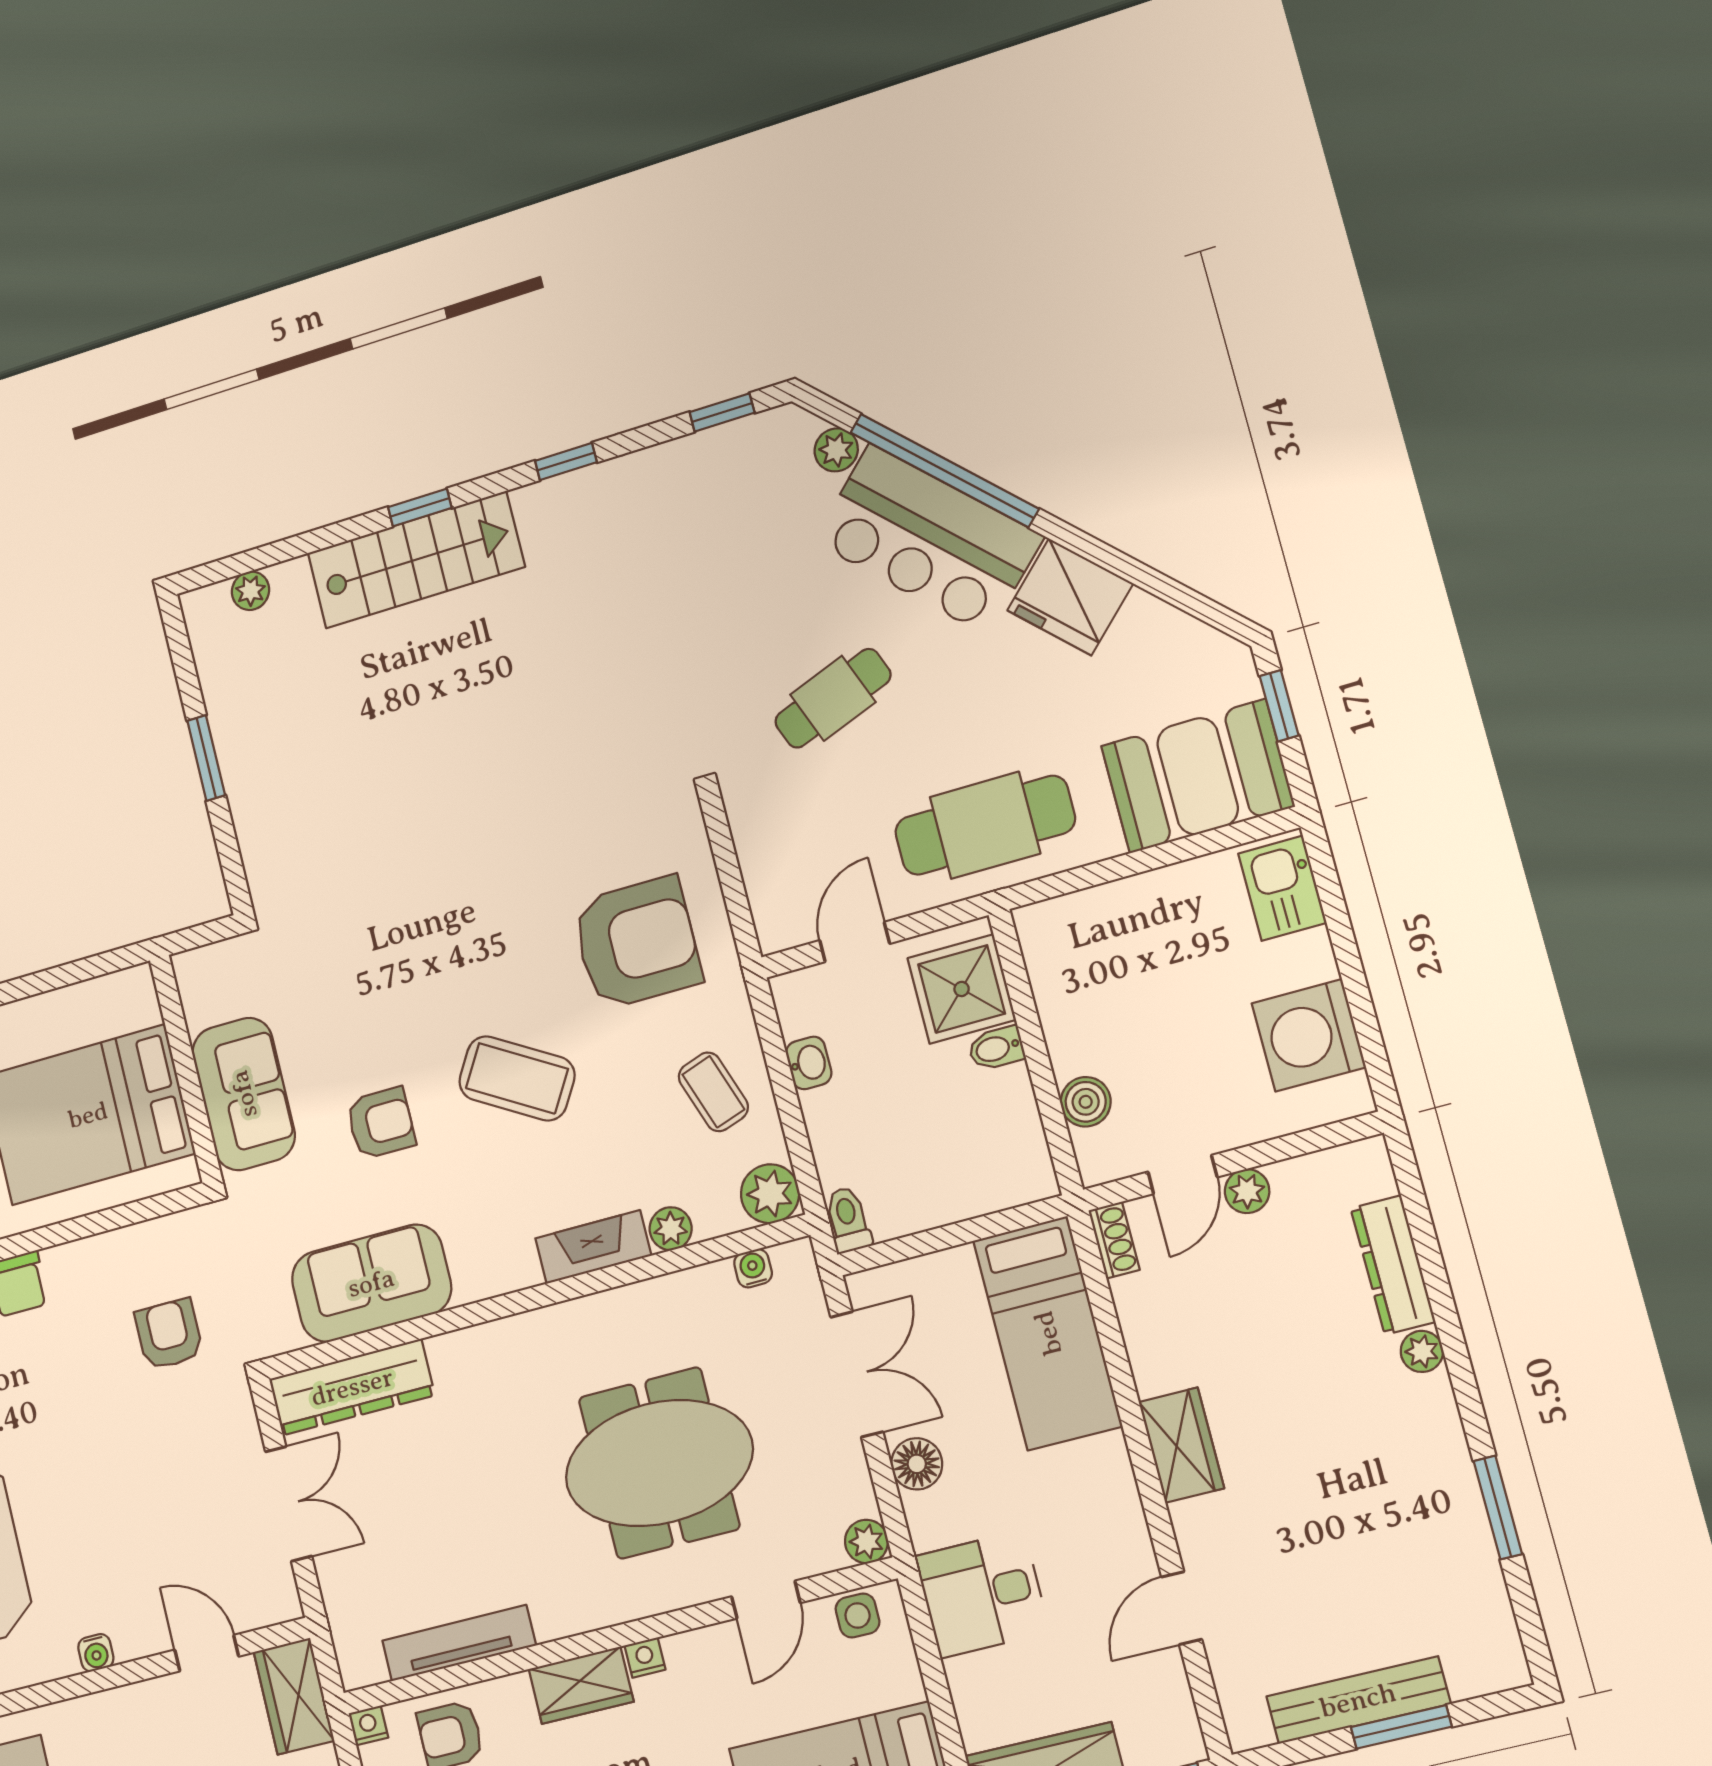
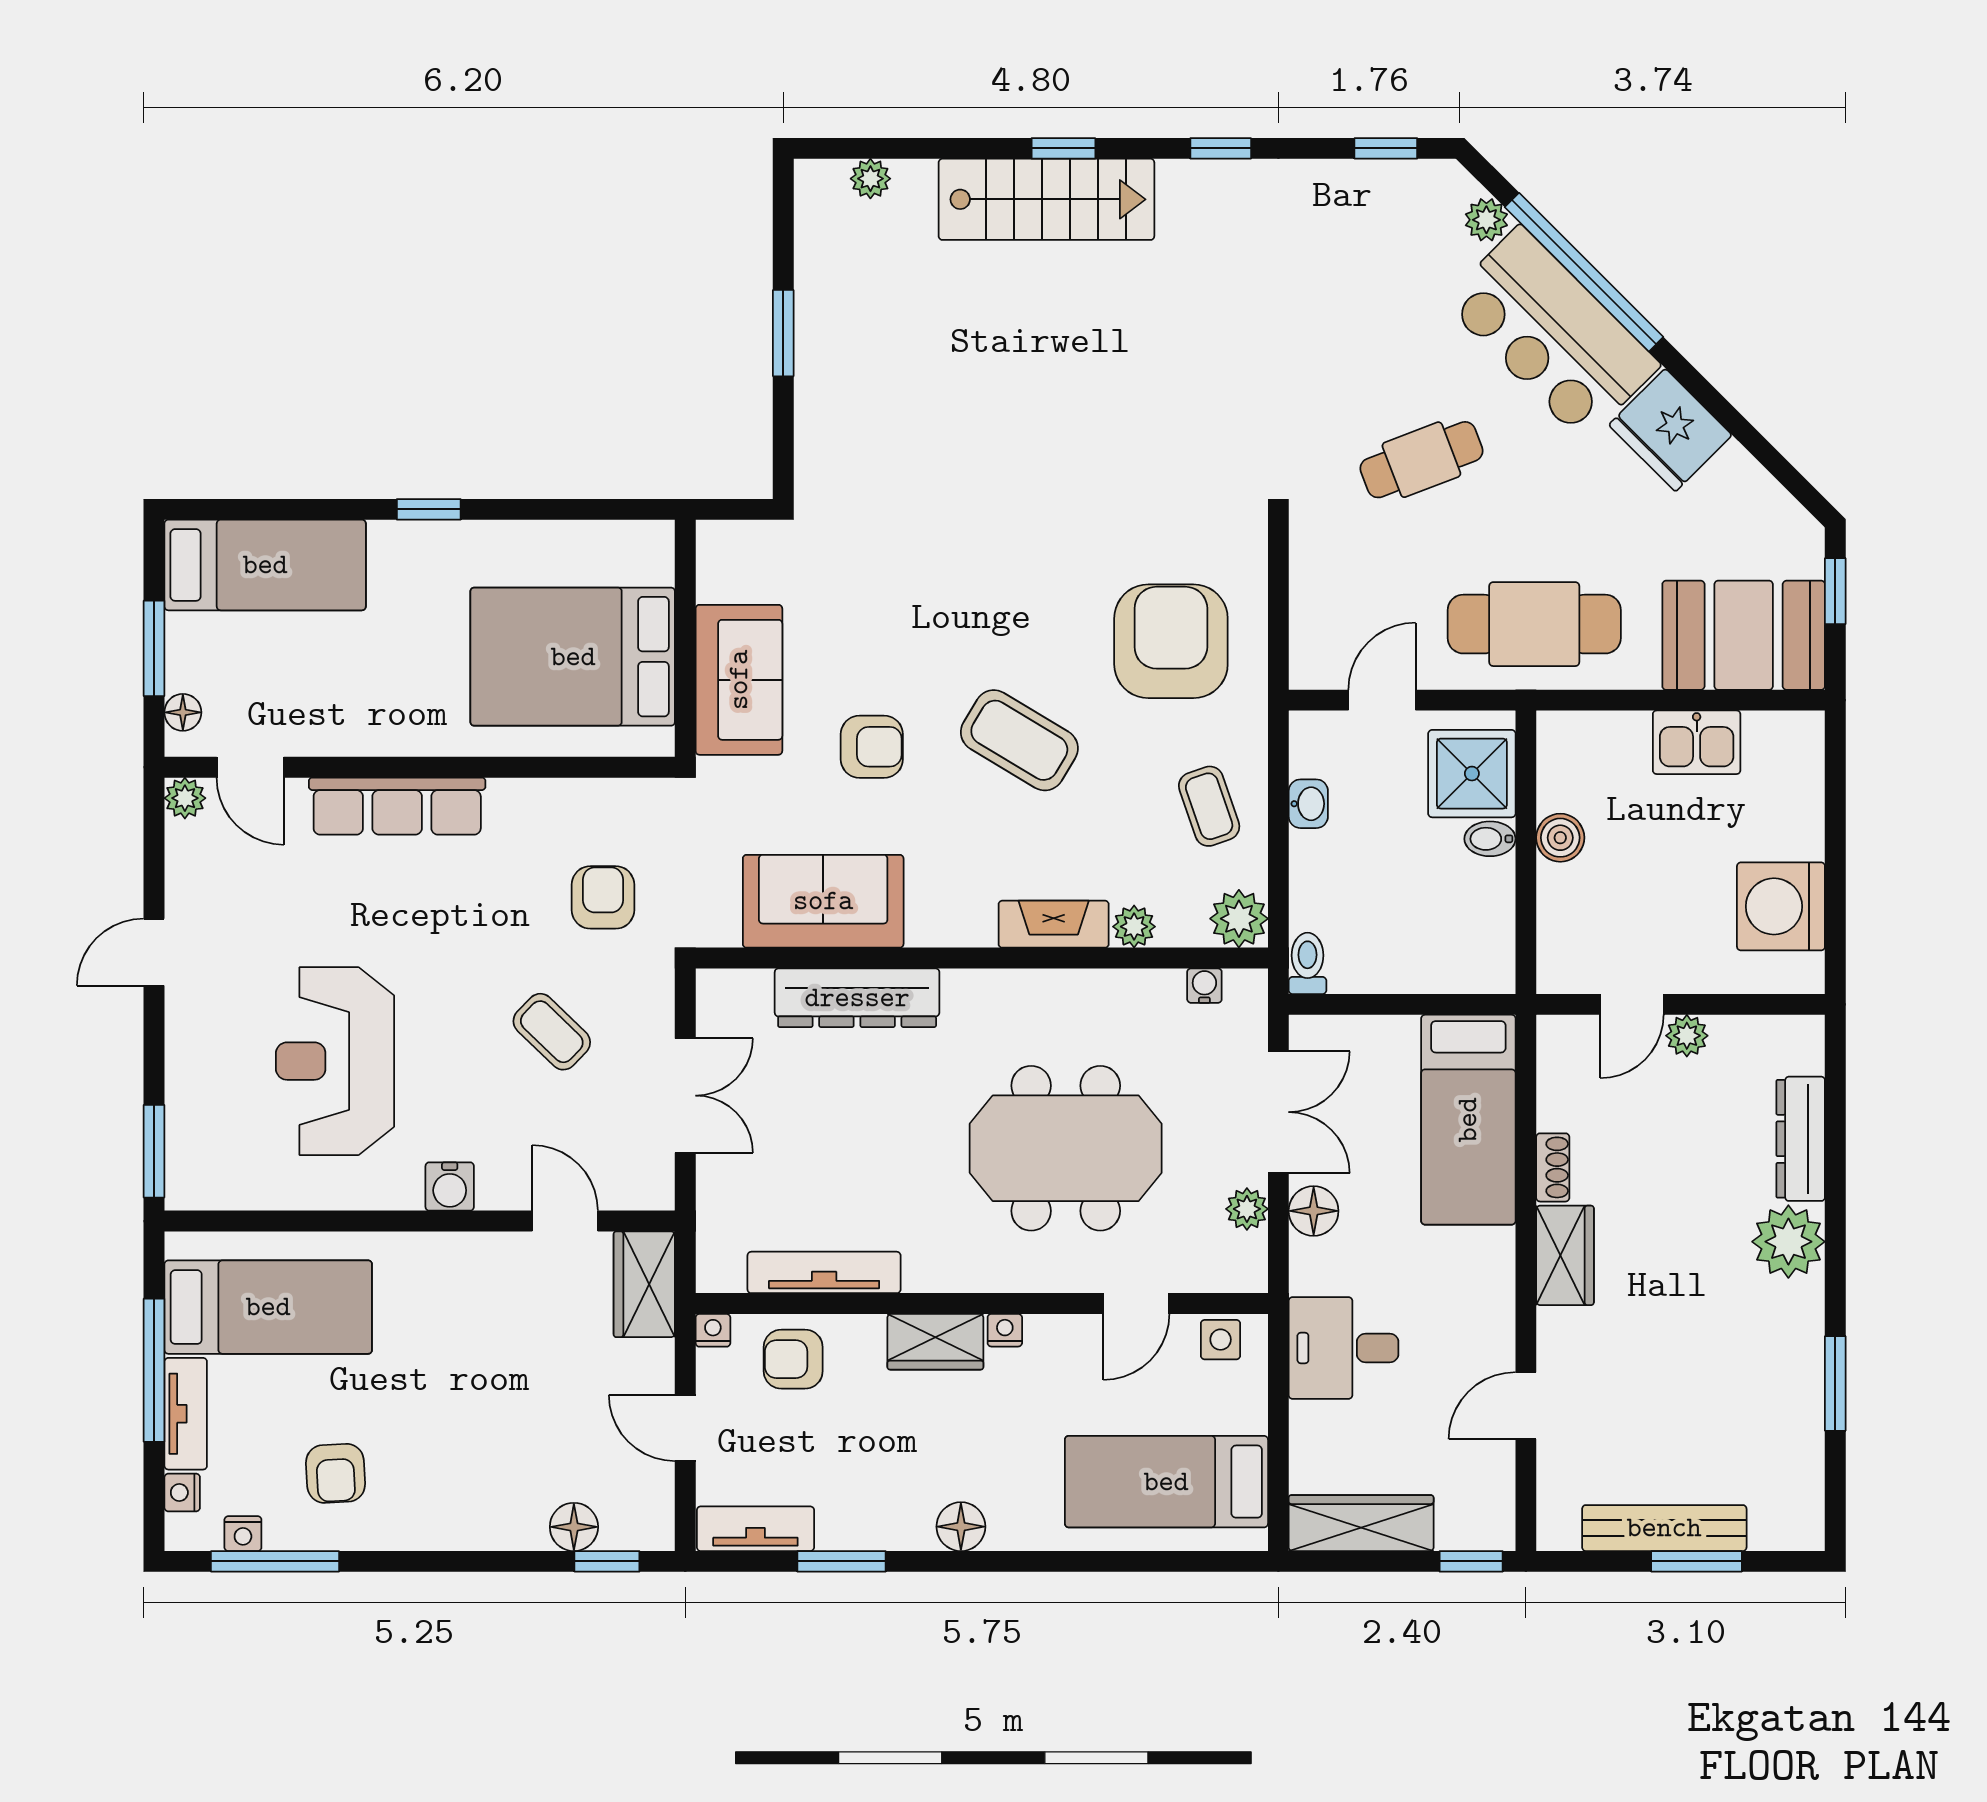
kitchen sink: (1282, 888) -> (1697, 742), moved, turned -90
armchair: (637, 943) -> (1171, 641), turned -90
boiler: (1086, 1102) -> (1560, 838), moved
shoe rack: (1114, 1240) -> (1553, 1167), moved
plant: (1422, 1351) -> (1788, 1242), width x1.88, depth x1.88
dresser: (352, 1387) -> (857, 998), moved
coffee table: (152, 1474) -> (552, 1032), added
plant: (866, 1542) -> (1247, 1209), moved
water cooler: (96, 1653) -> (450, 1187), width x1.38, depth x1.38

